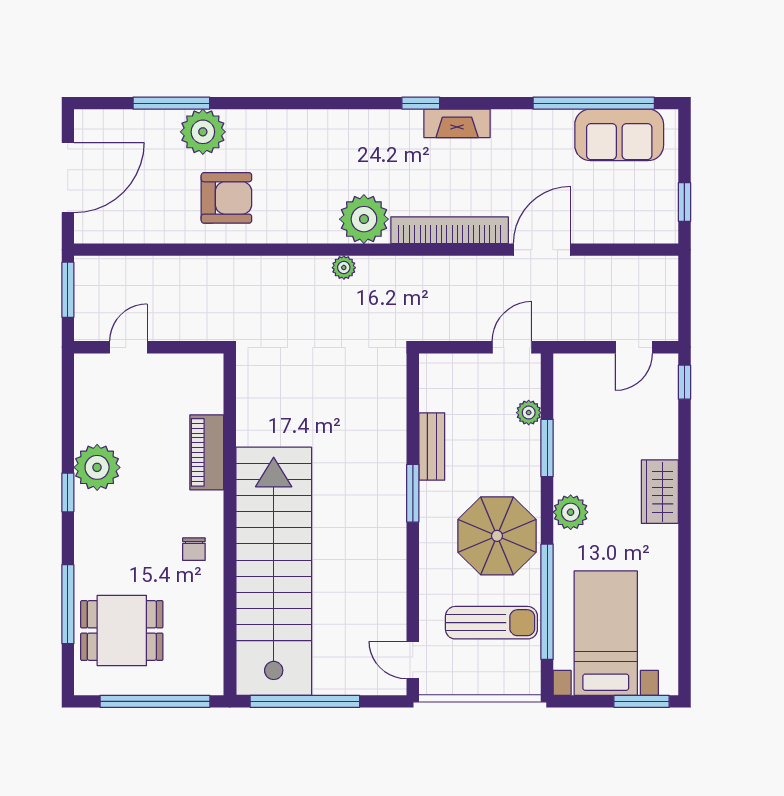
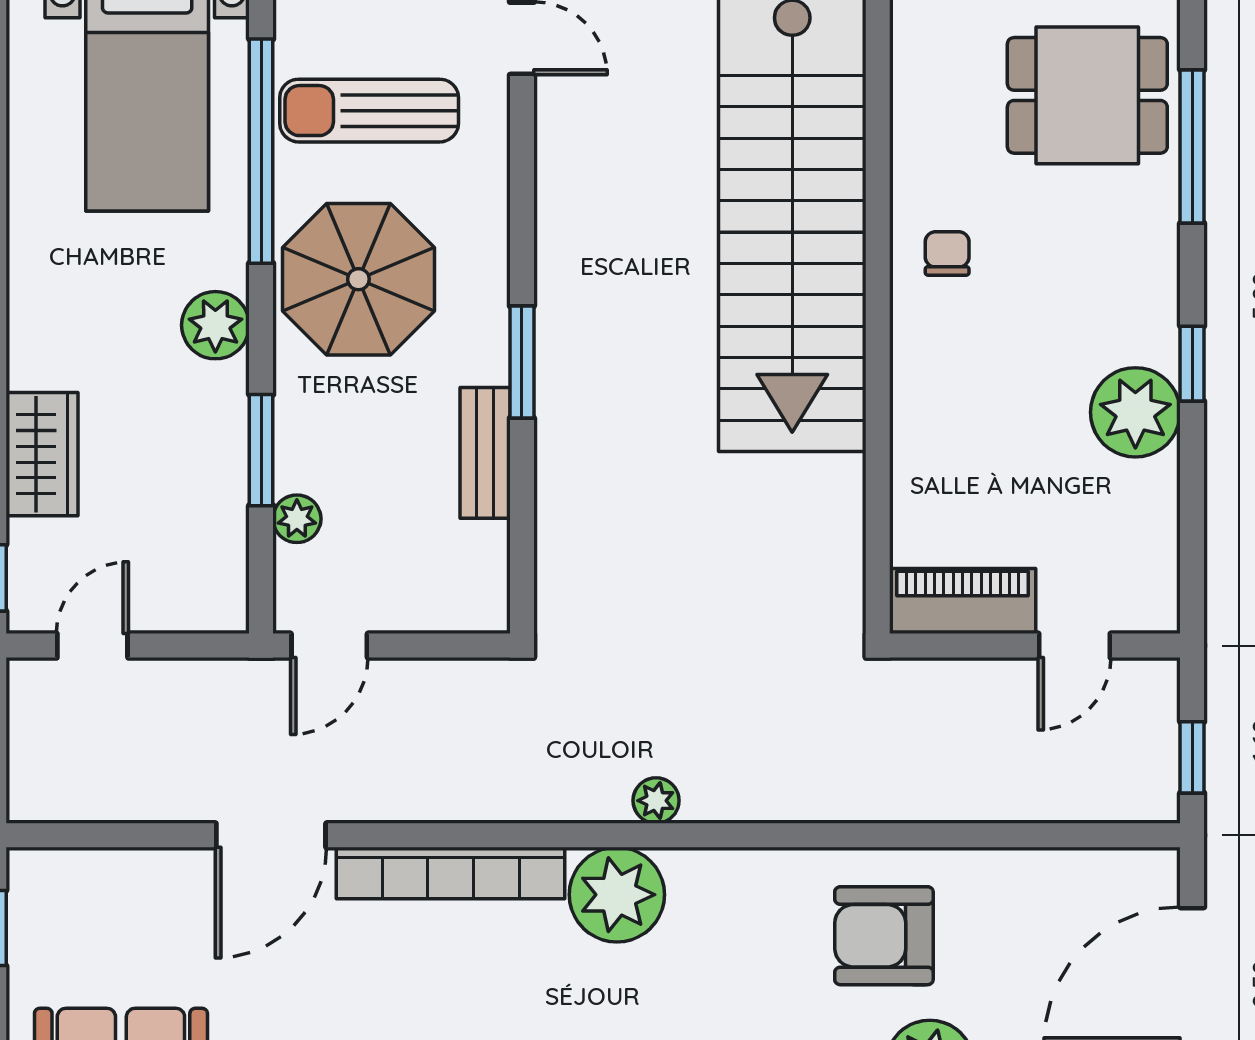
window: (68, 290) -> (1192, 757), width x0.67
piano: (207, 452) -> (963, 601), moved, turned -90
wardrobe: (660, 492) -> (42, 454), moved

